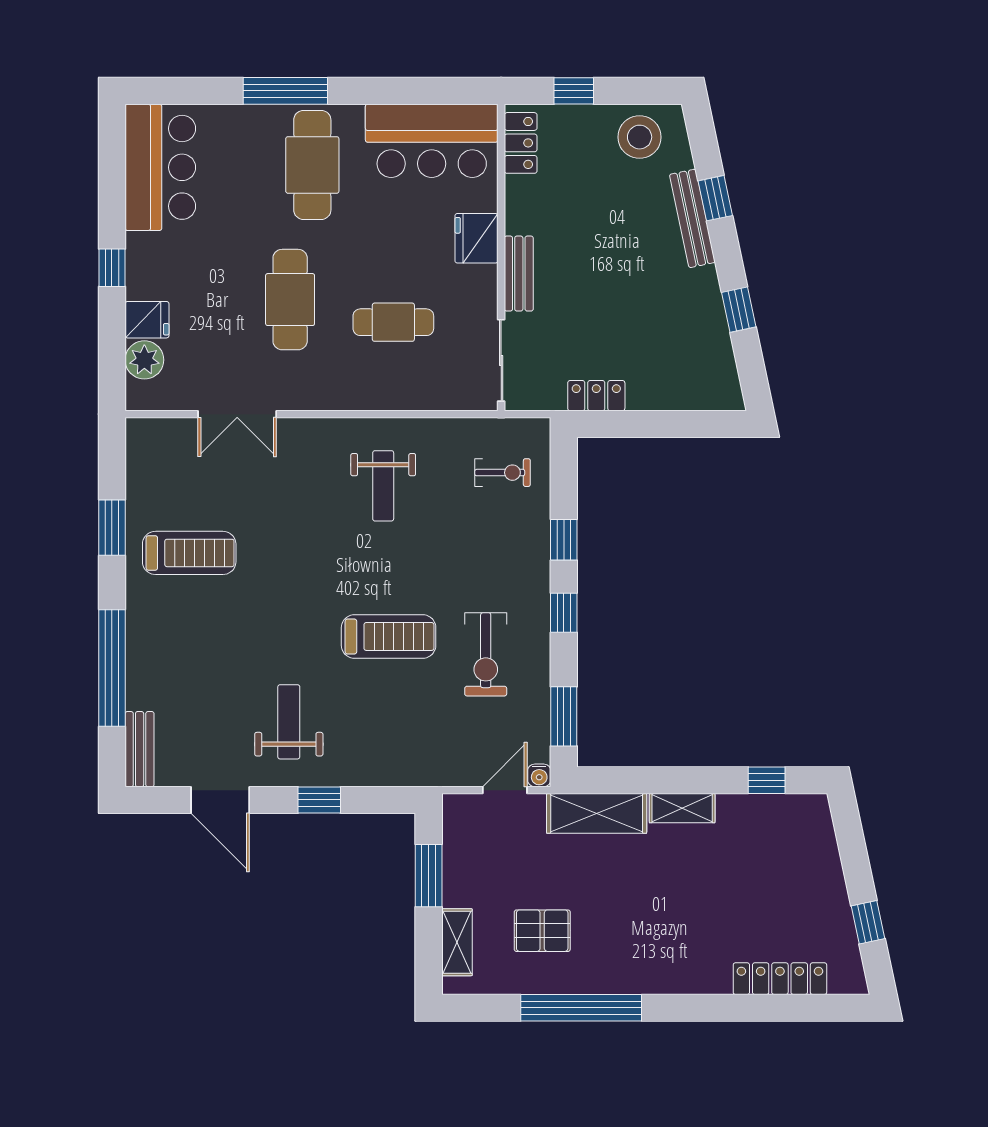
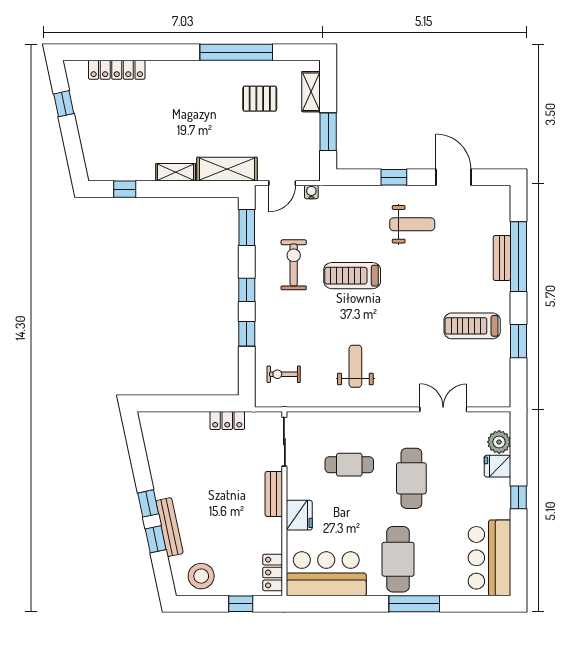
window: (739, 310) -> (148, 503), moved
weight bench: (289, 722) -> (412, 224), turned -90
bench: (140, 749) -> (502, 258), moved
water cooler: (539, 775) -> (311, 192), moved

